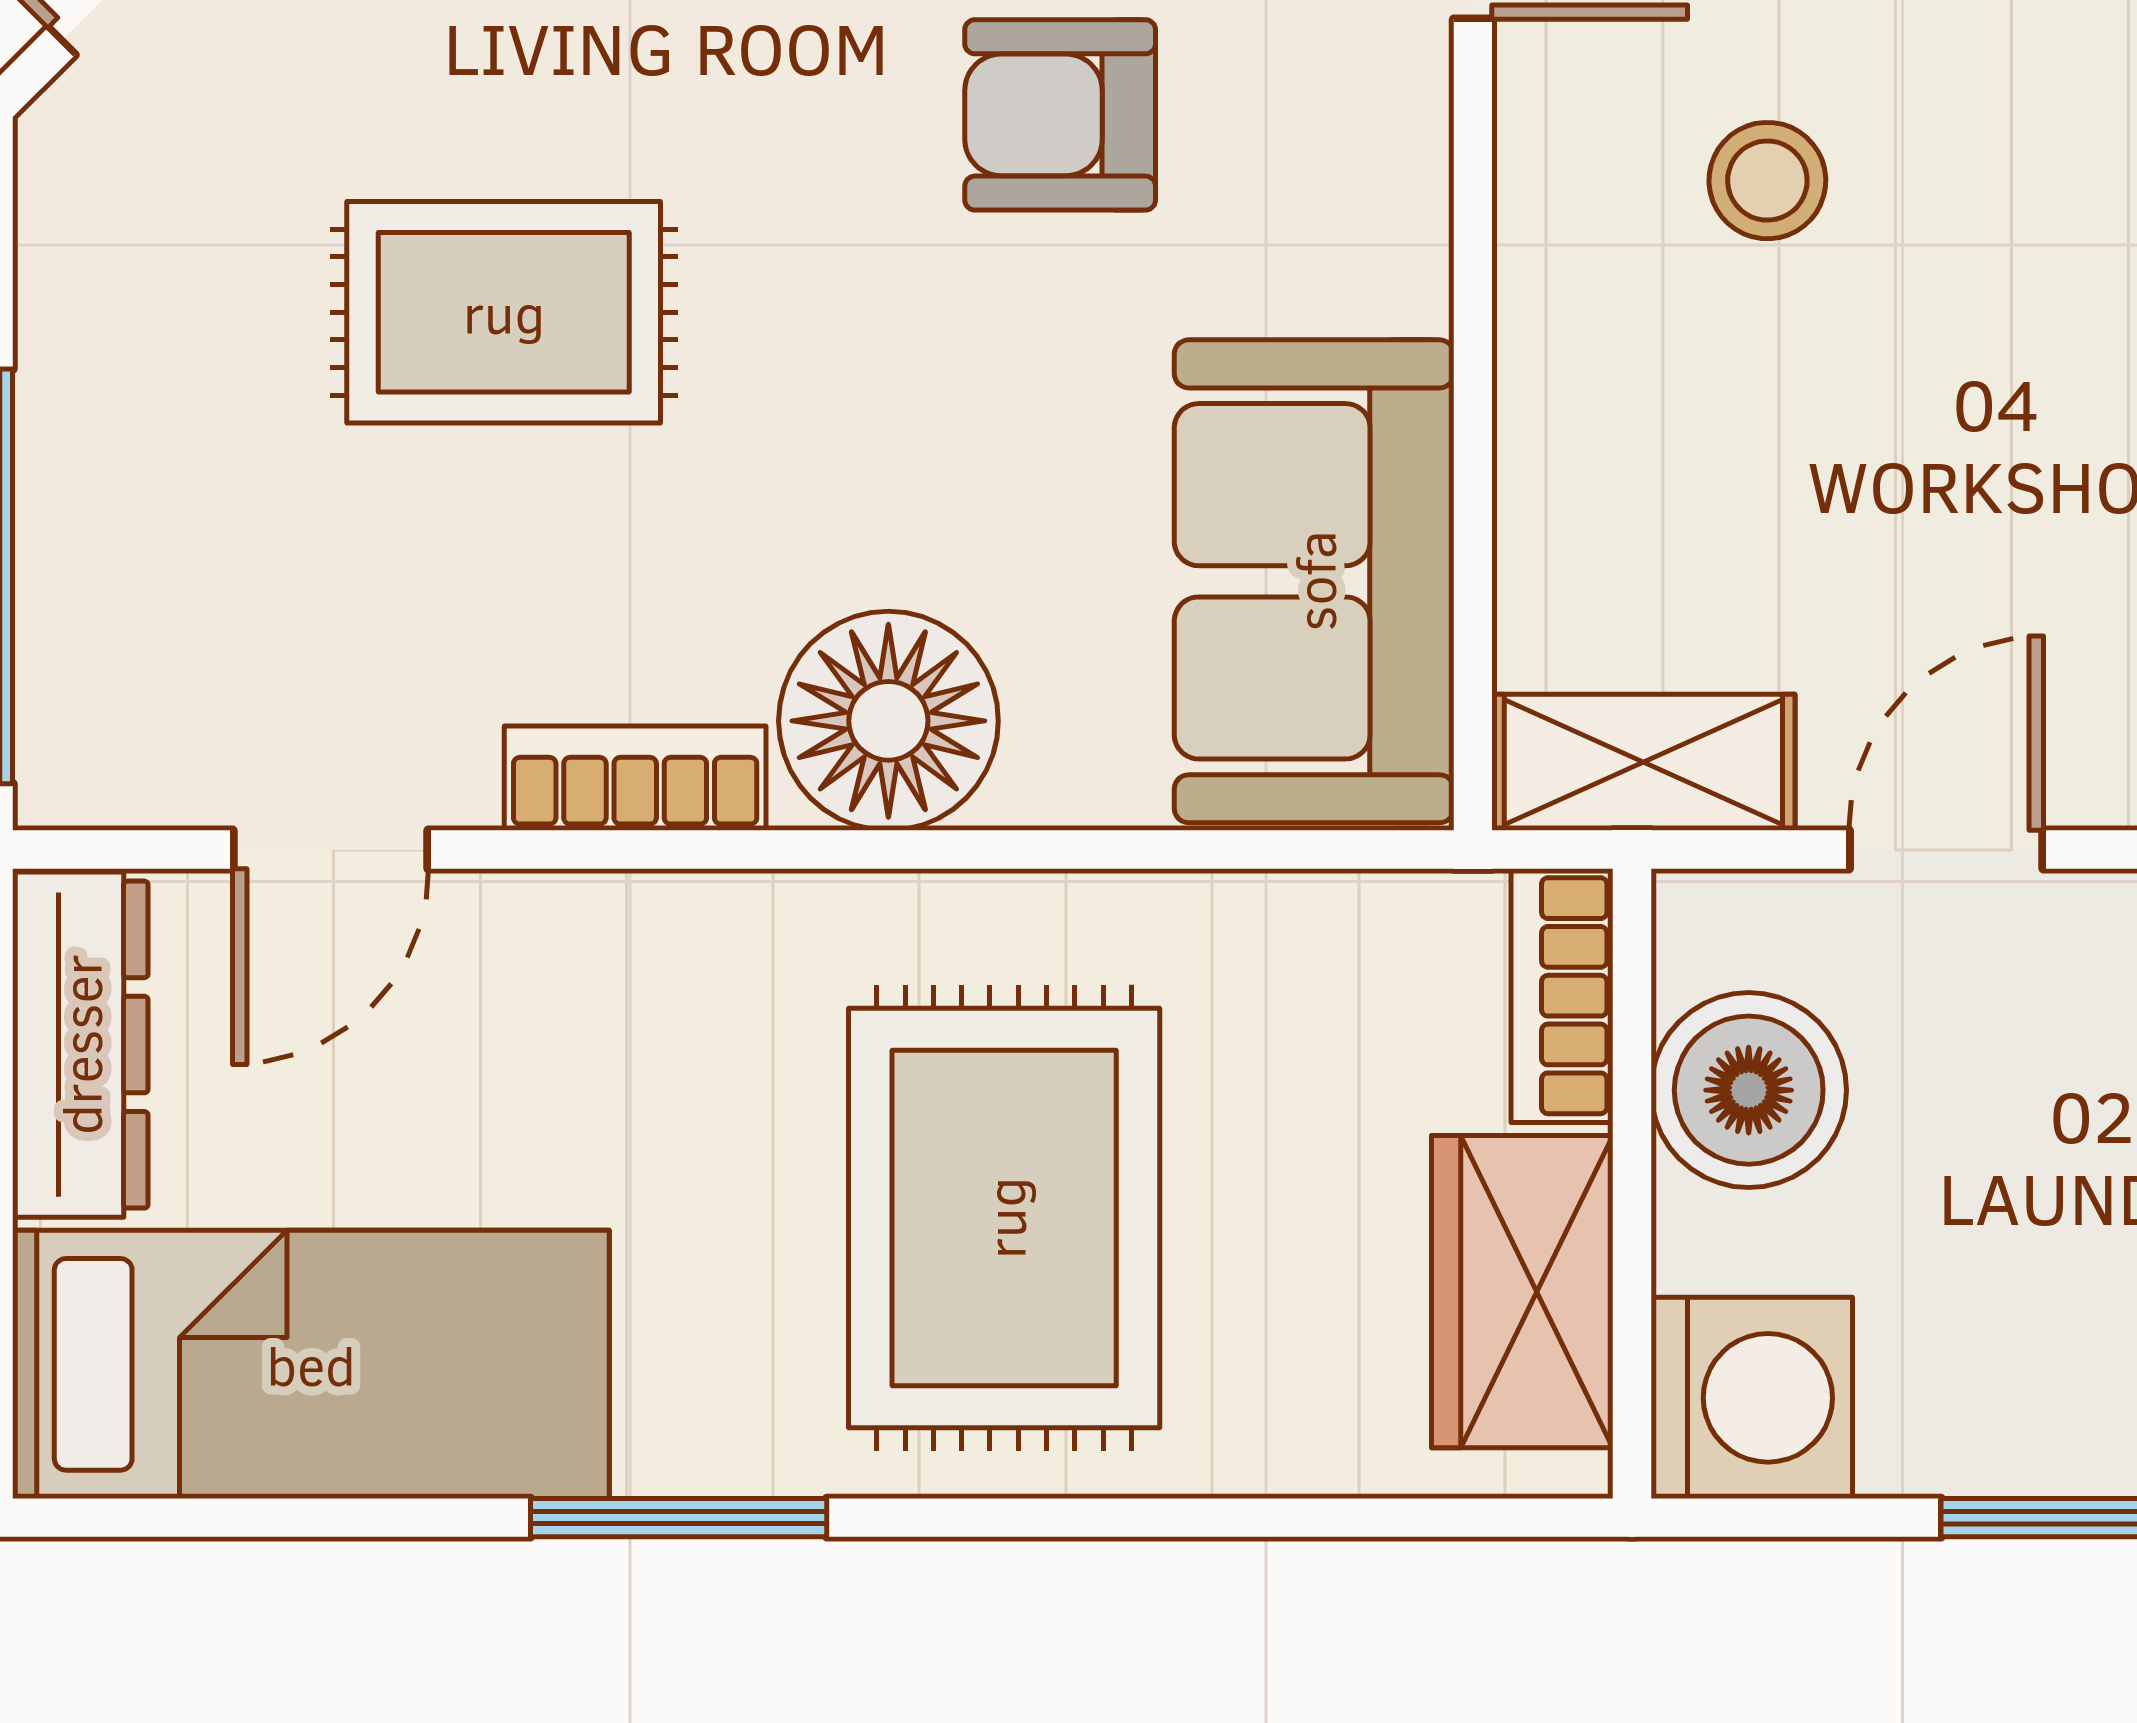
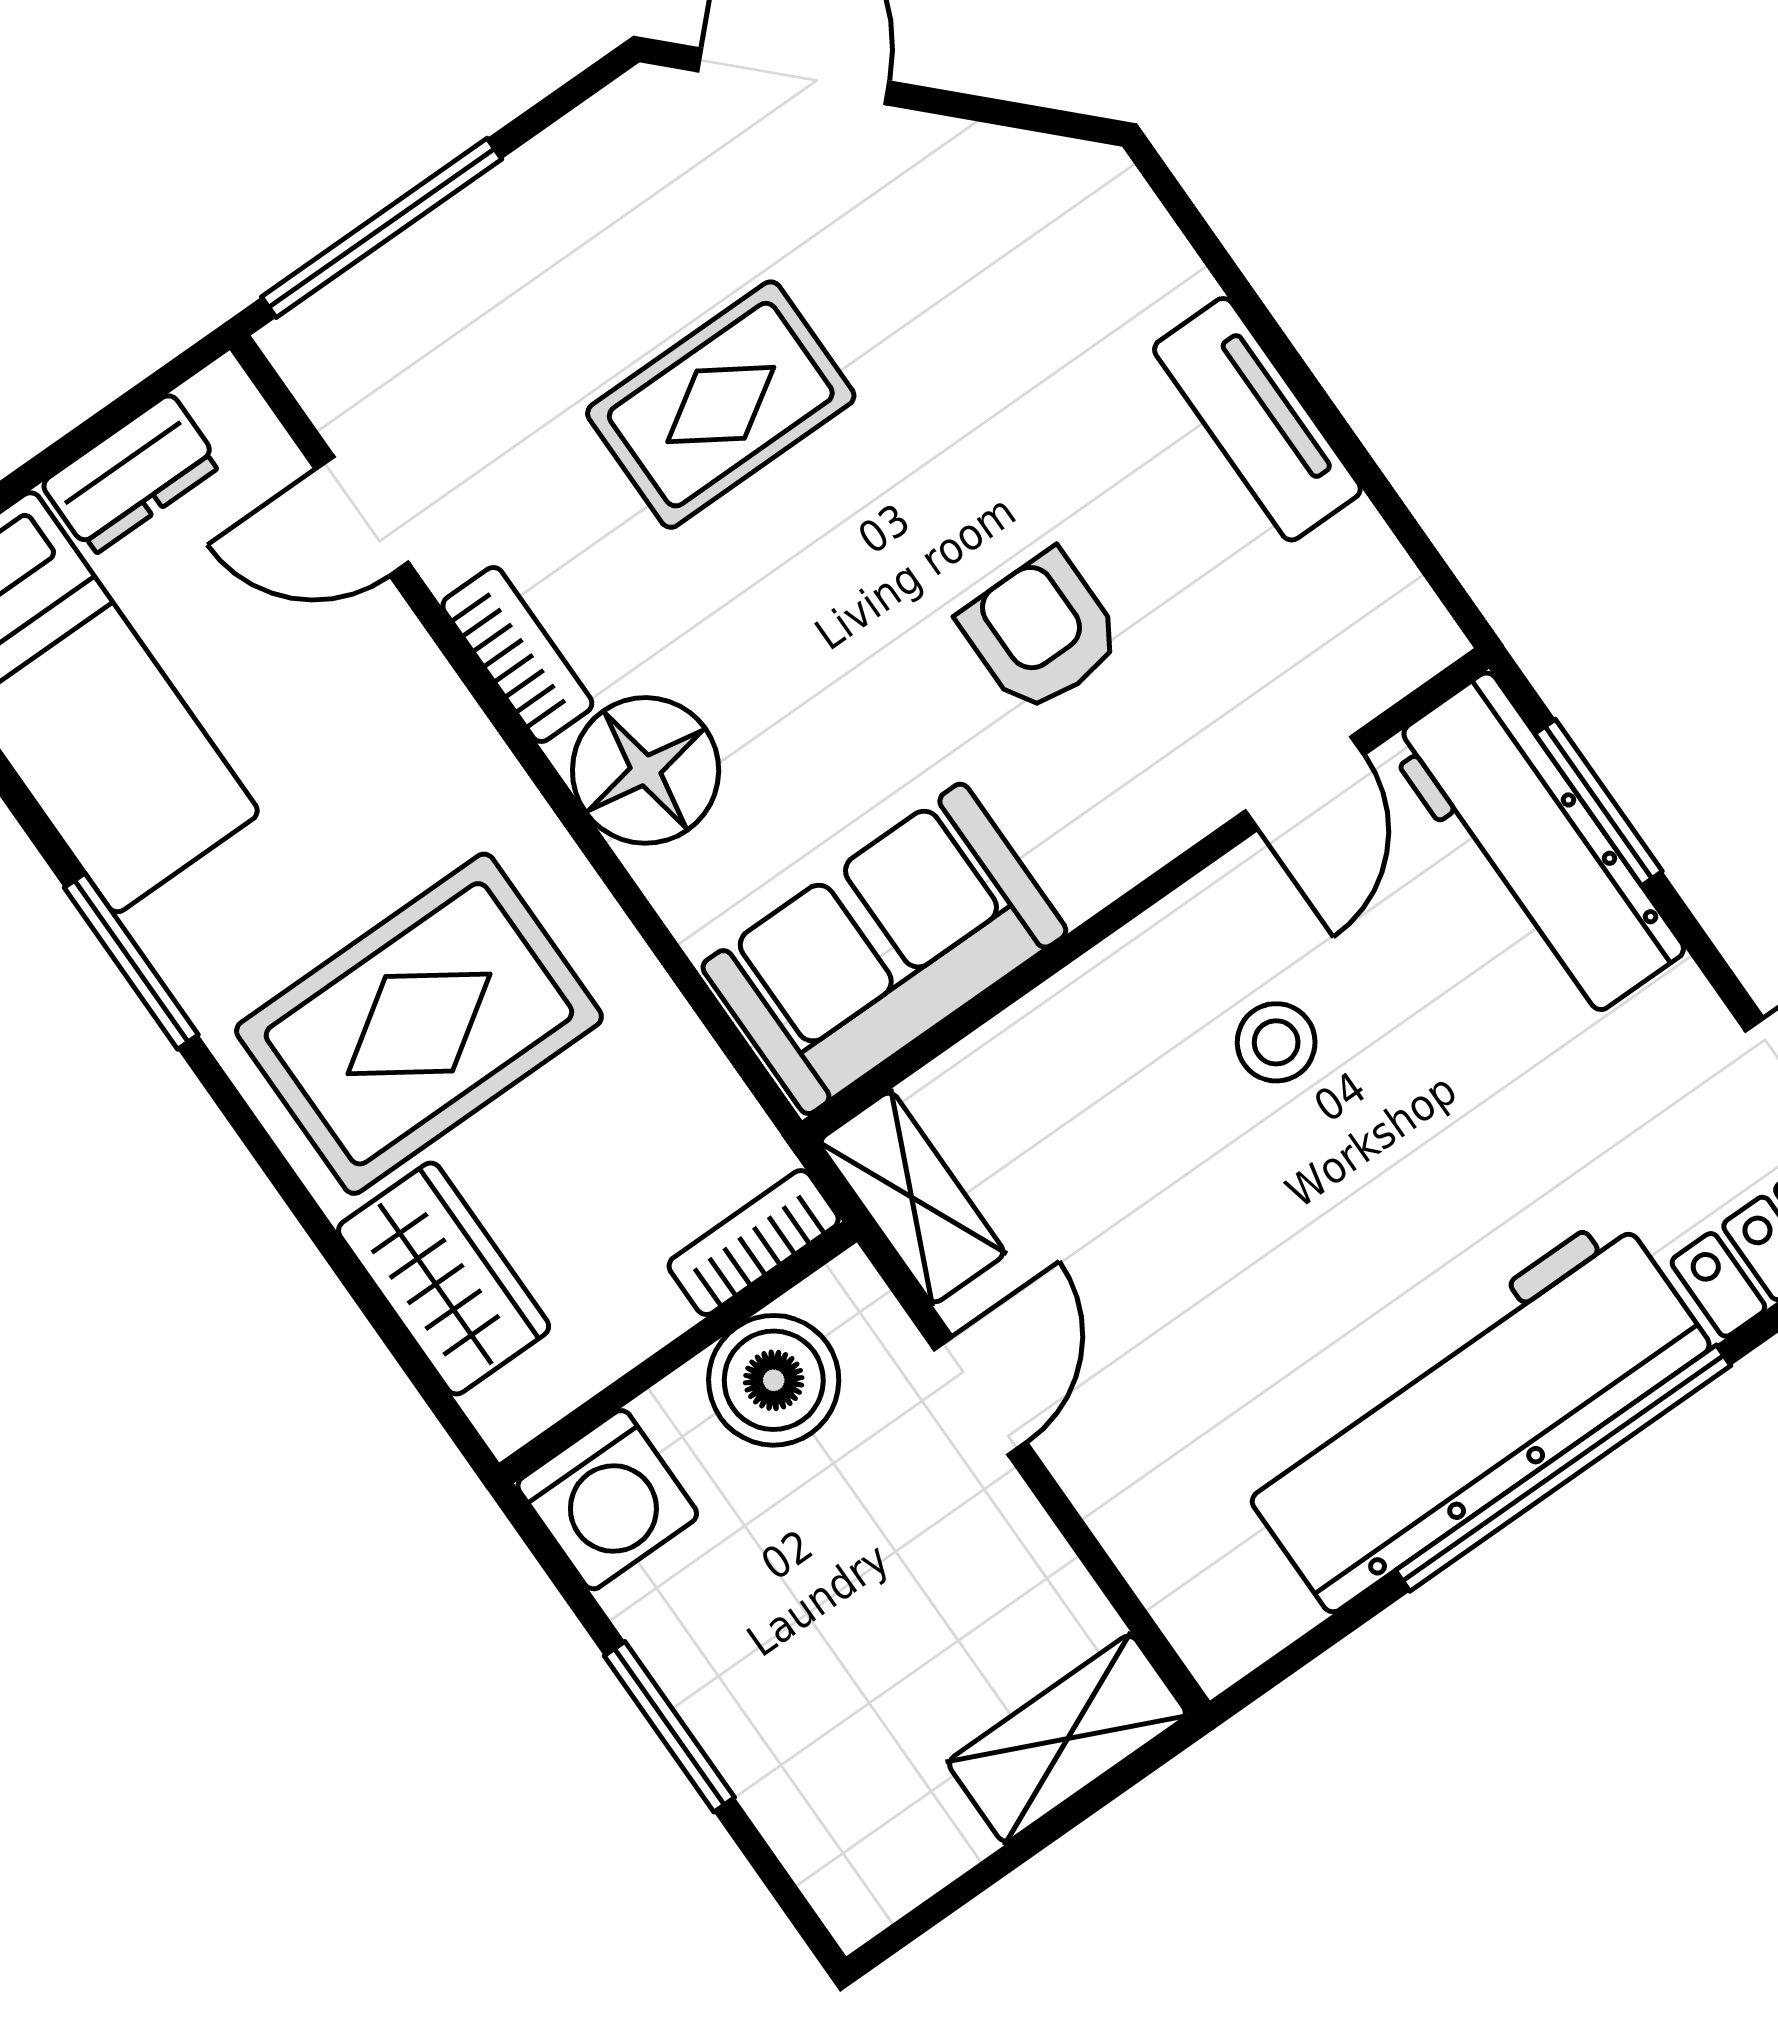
rug: (504, 312) -> (721, 405), turned 90
door: (1946, 850) -> (980, 1396), hinge flipped
dresser: (80, 1045) -> (131, 474), width x0.70
wardrobe: (1522, 1292) -> (444, 1278), moved, turned 90

